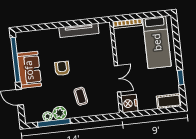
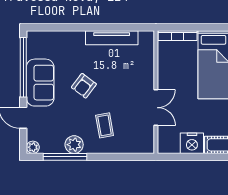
armchair: (62, 68) -> (84, 86), turned -143
nightstand: (129, 103) -> (192, 143), moved, turned -90
plant: (48, 116) -> (33, 147), moved

